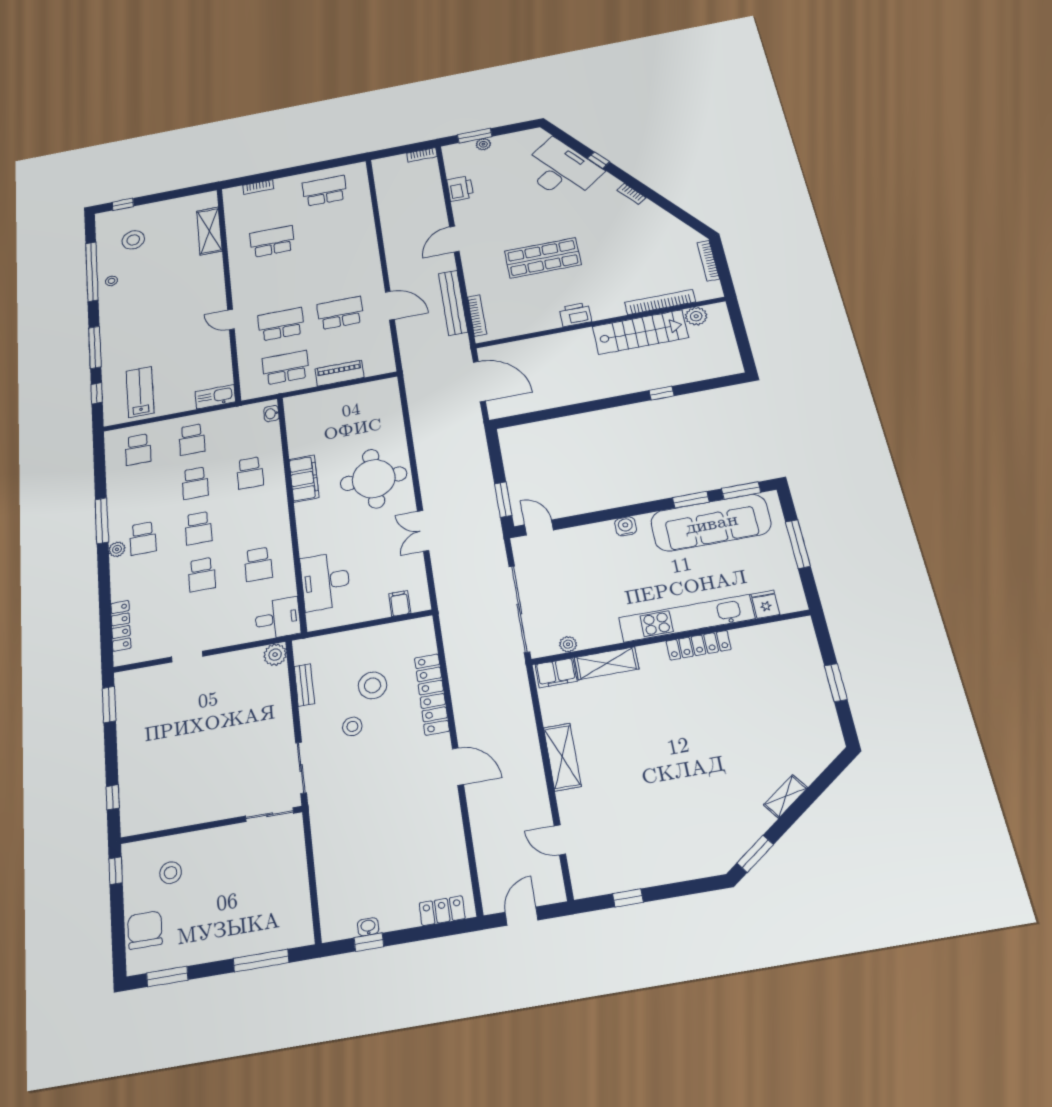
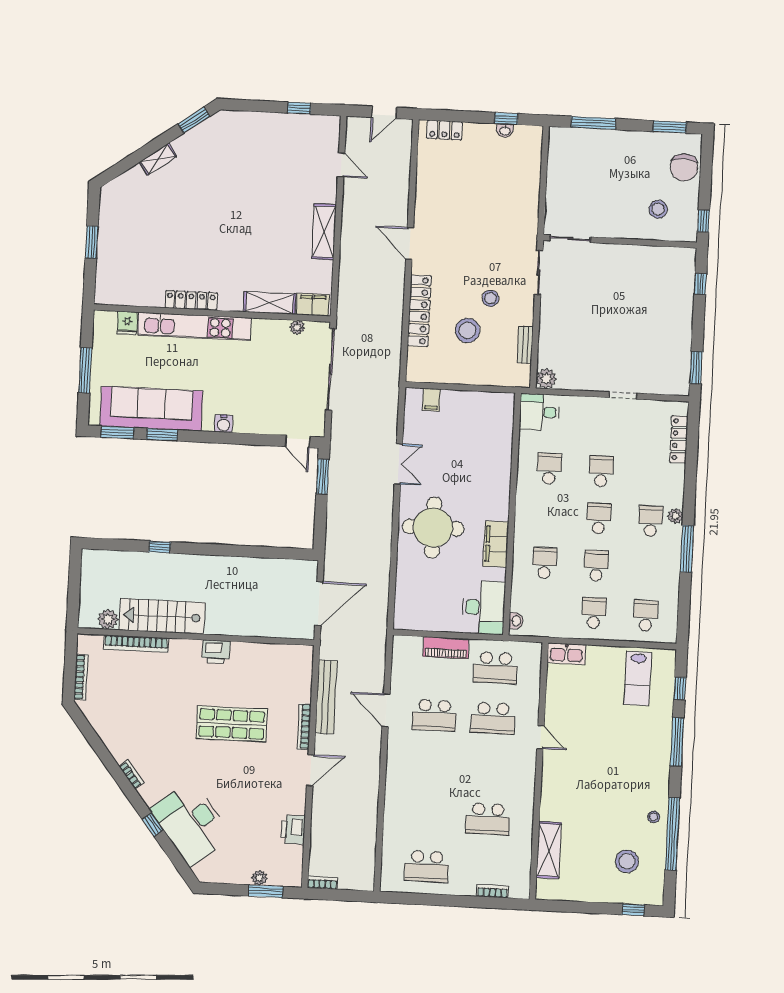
bookcase: (477, 316) -> (304, 727), moved
door: (479, 381) -> (319, 603), swing flipped
desk: (325, 581) -> (484, 608), moved

